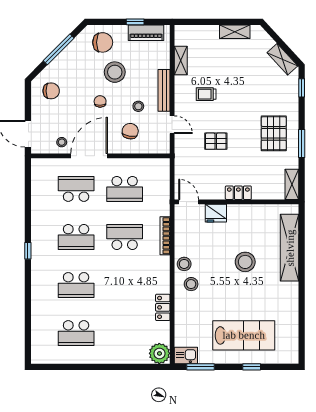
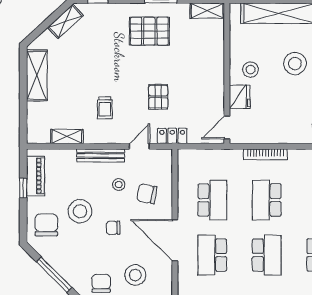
shelving: (235, 32) -> (37, 75), width x1.50, depth x1.33
stool: (62, 142) -> (135, 275), moved, width x1.89, depth x1.89
locker: (238, 193) -> (172, 136), moved, turned 90
stool: (184, 264) -> (251, 70), moved

